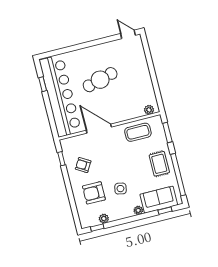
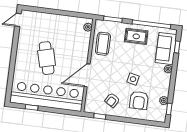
side table: (120, 189) -> (133, 79), moved

